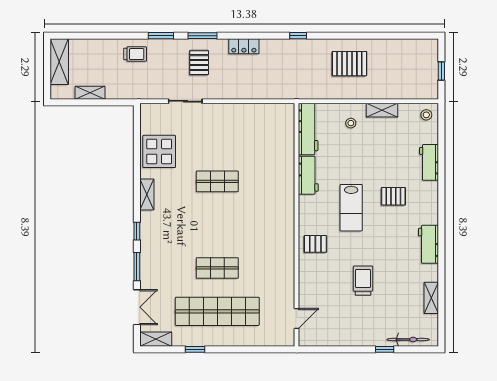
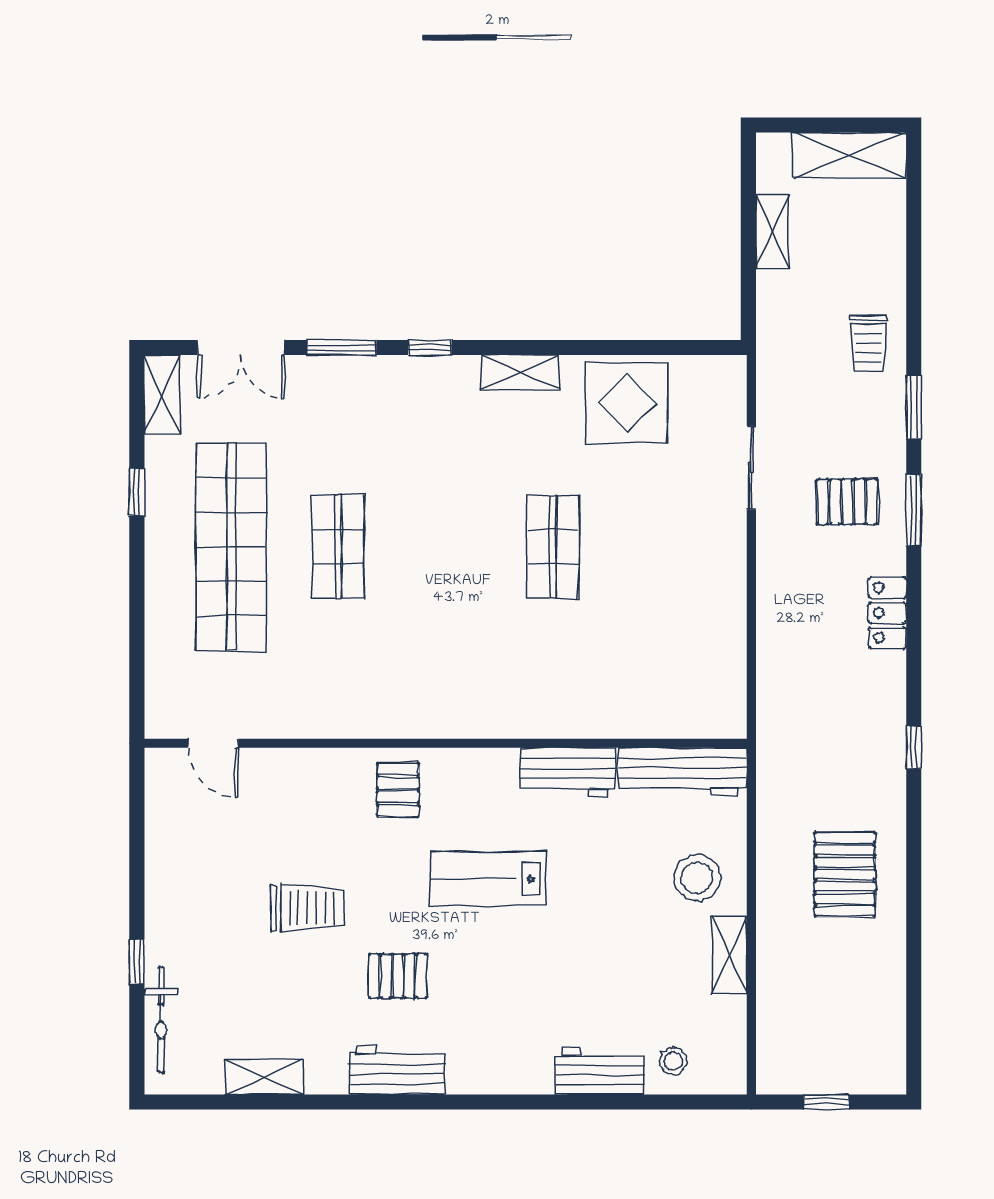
stool: (426, 115) -> (673, 1061), moved
stool: (351, 123) -> (697, 878), width x1.89, depth x1.89
pallet: (393, 196) -> (398, 976), moved, turned 90

